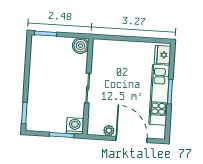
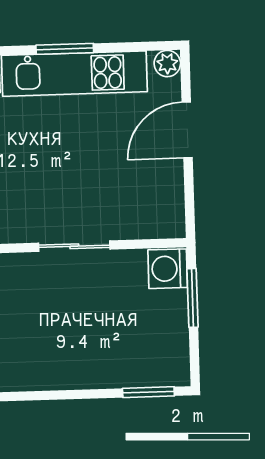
plant: (109, 131) -> (167, 63), moved
door: (132, 139) -> (187, 130), width x0.73

